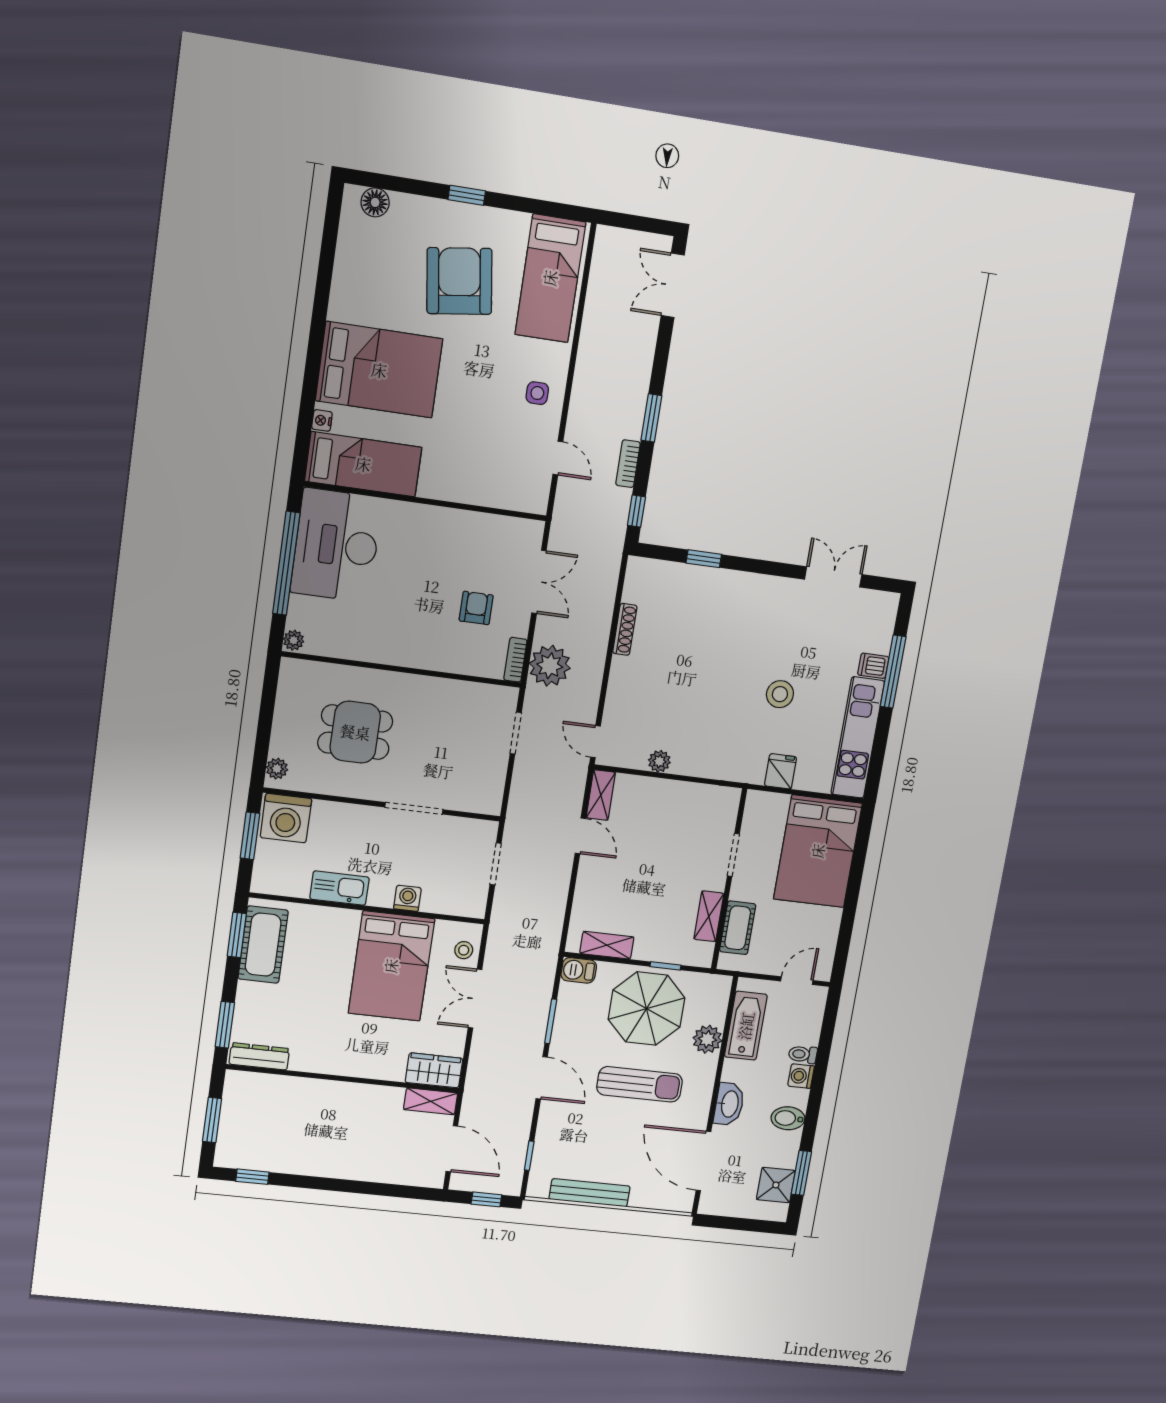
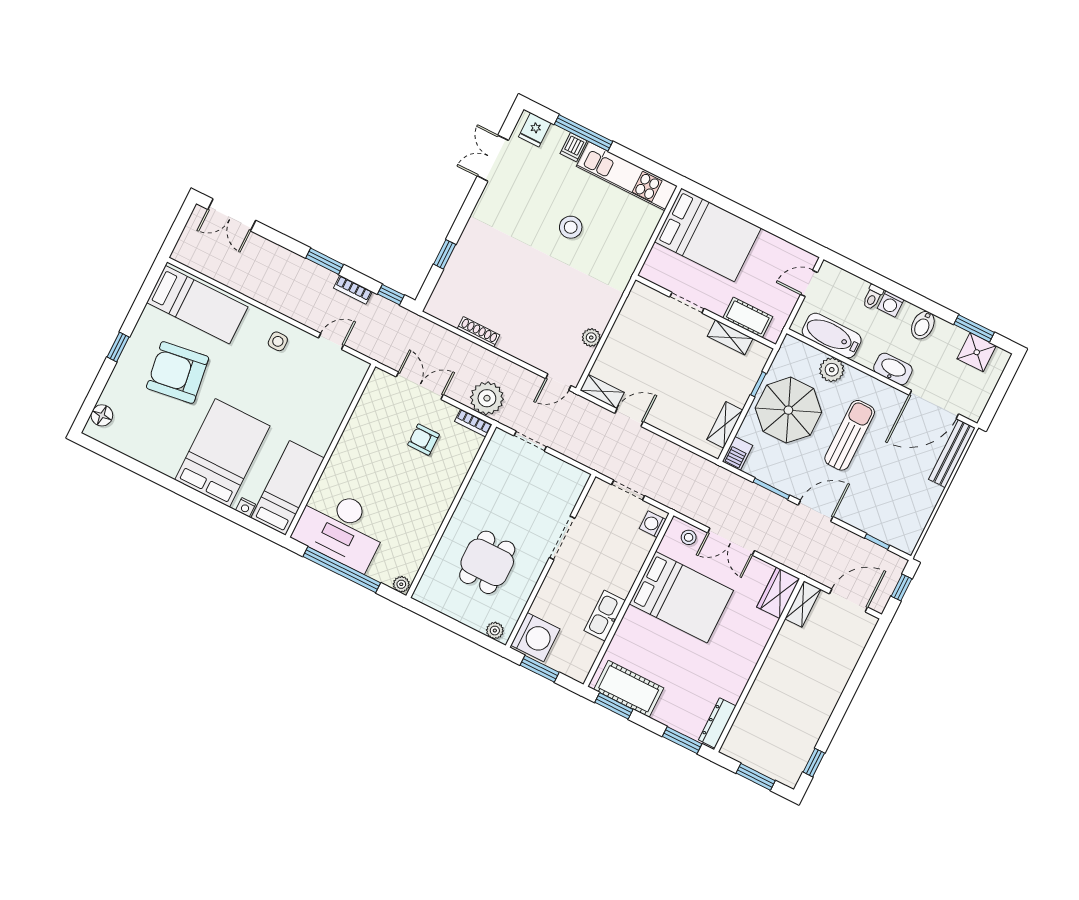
fridge: (781, 771) -> (535, 130), moved, turned -90
washing machine: (407, 898) -> (653, 524), moved
door: (797, 981) -> (809, 283), hinge flipped
bench: (590, 1193) -> (952, 454), moved

